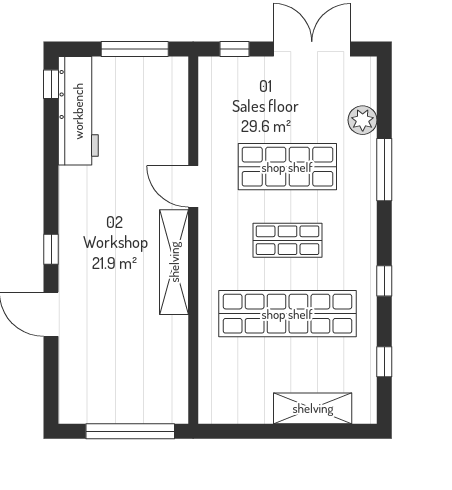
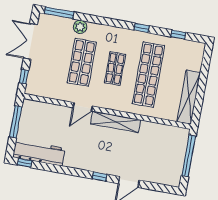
plant: (363, 120) -> (80, 27), moved
window: (384, 170) -> (59, 13), moved
shelving: (313, 408) -> (189, 97), moved, width x1.47

